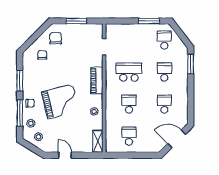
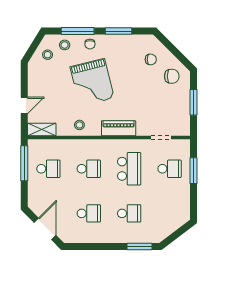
window: (149, 21) -> (194, 171), moved
school desk: (164, 40) -> (170, 169), moved
door: (65, 155) -> (24, 105), moved
window: (125, 155) -> (24, 163), added

